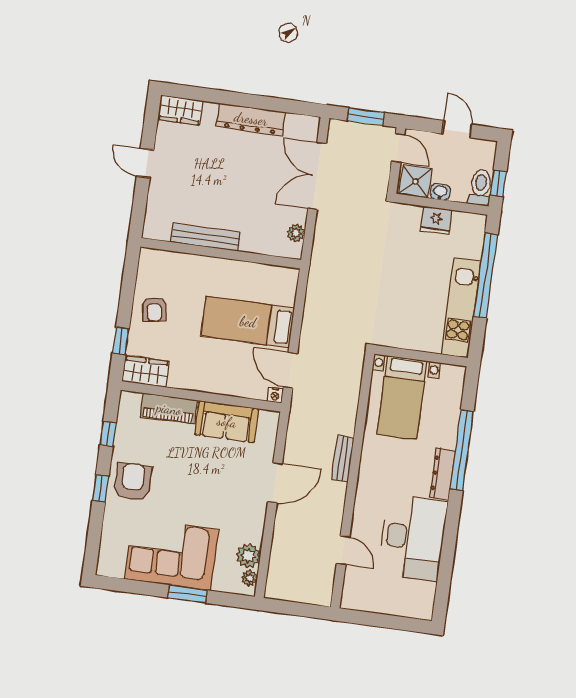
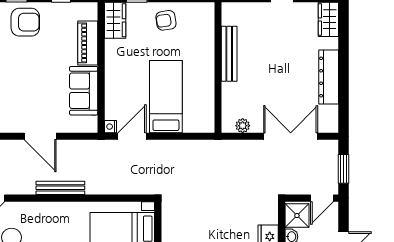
bench: (343, 459) -> (60, 188), width x1.36

